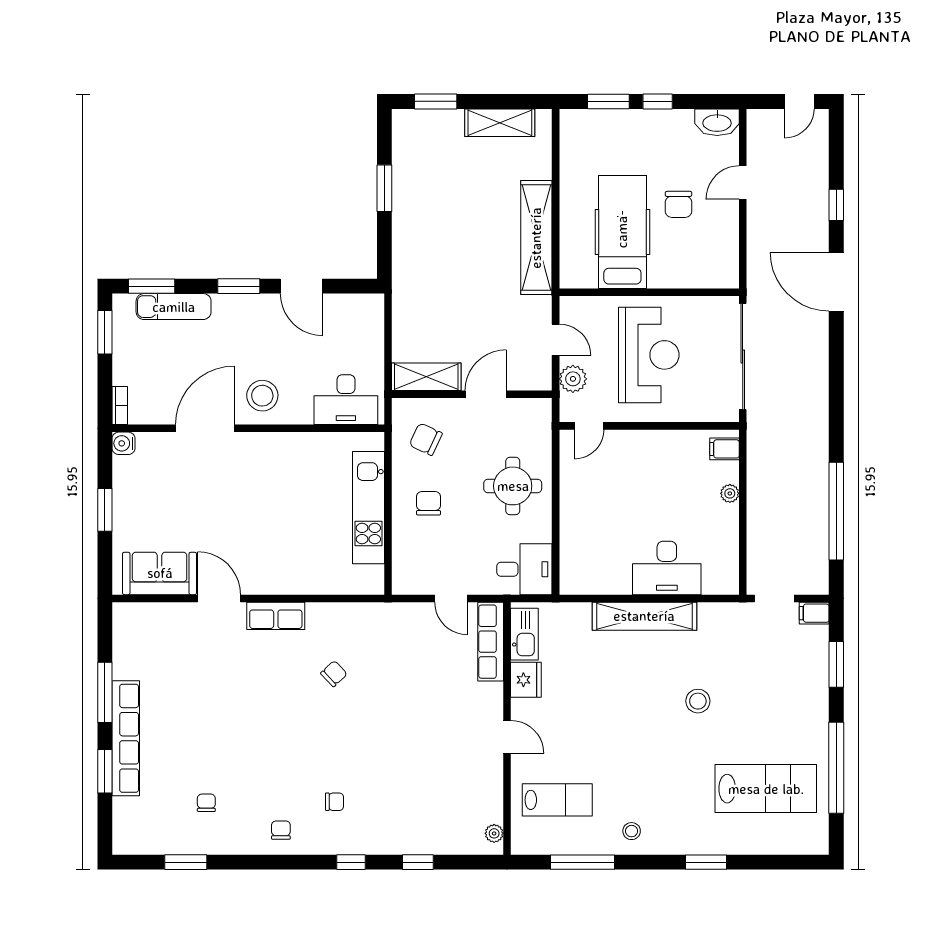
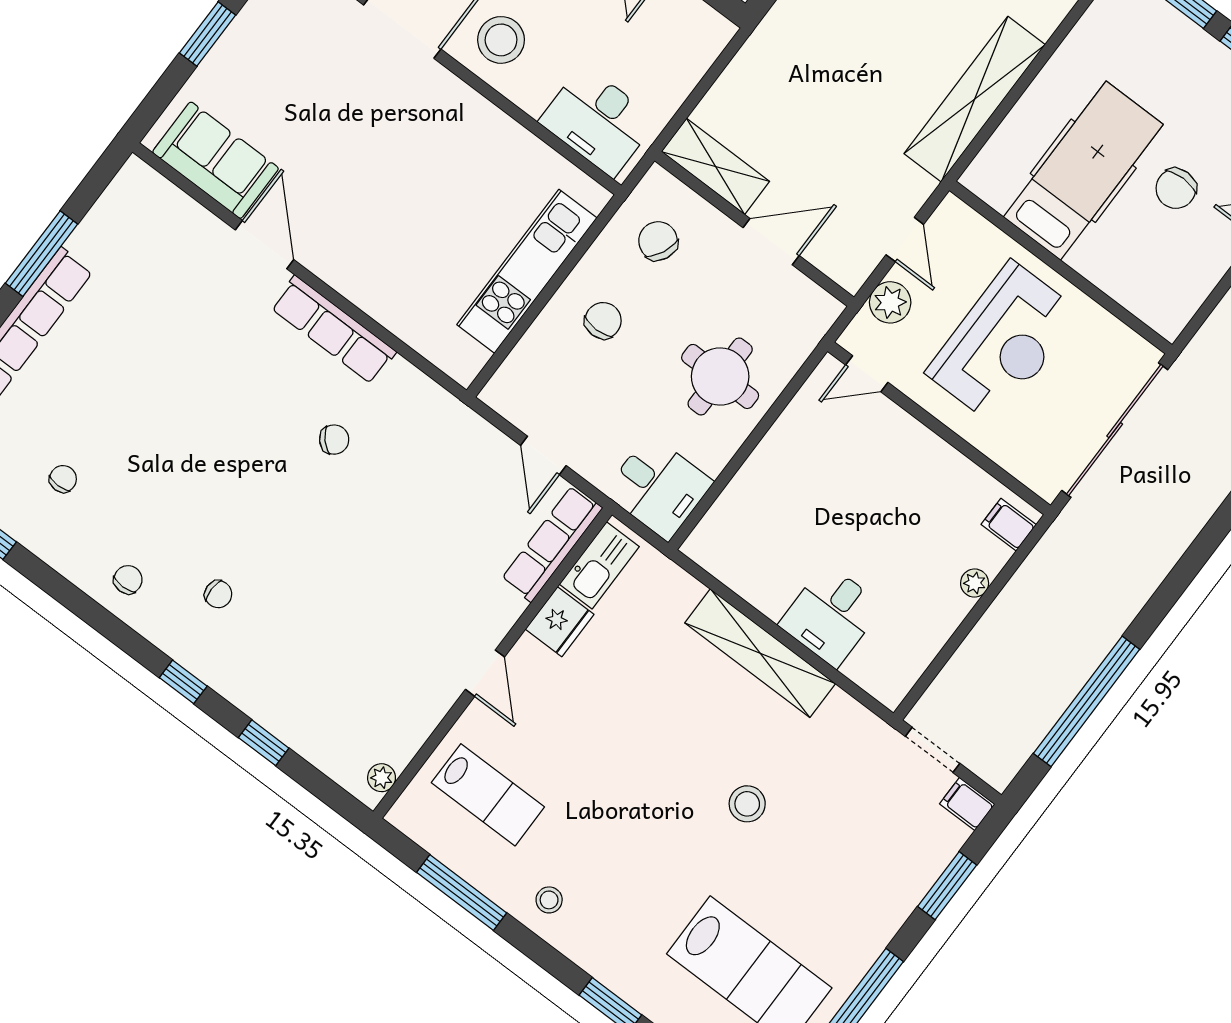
desk: (667, 568) -> (831, 615), width x0.73
row of seats: (276, 616) -> (333, 330), width x1.48

